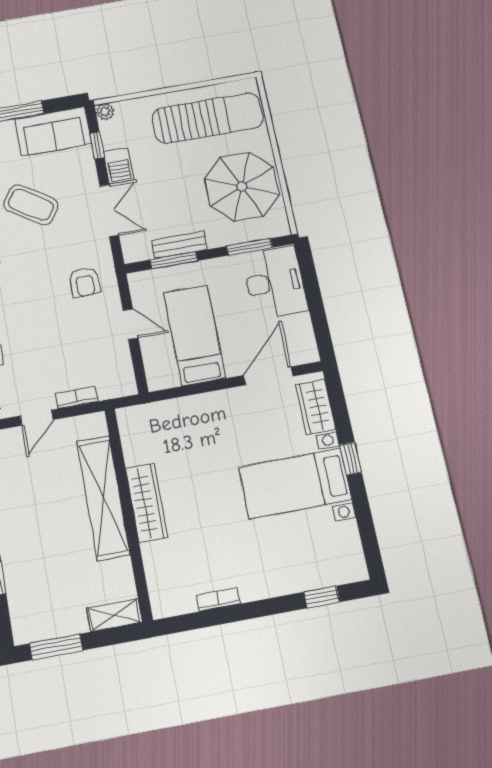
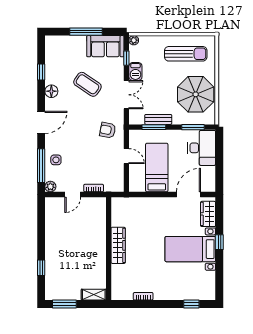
sun lounger: (208, 118) -> (186, 54), width x0.73, depth x0.75
armchair: (85, 282) -> (108, 130), turned 101
shelving: (103, 498) -> (98, 239), removed

